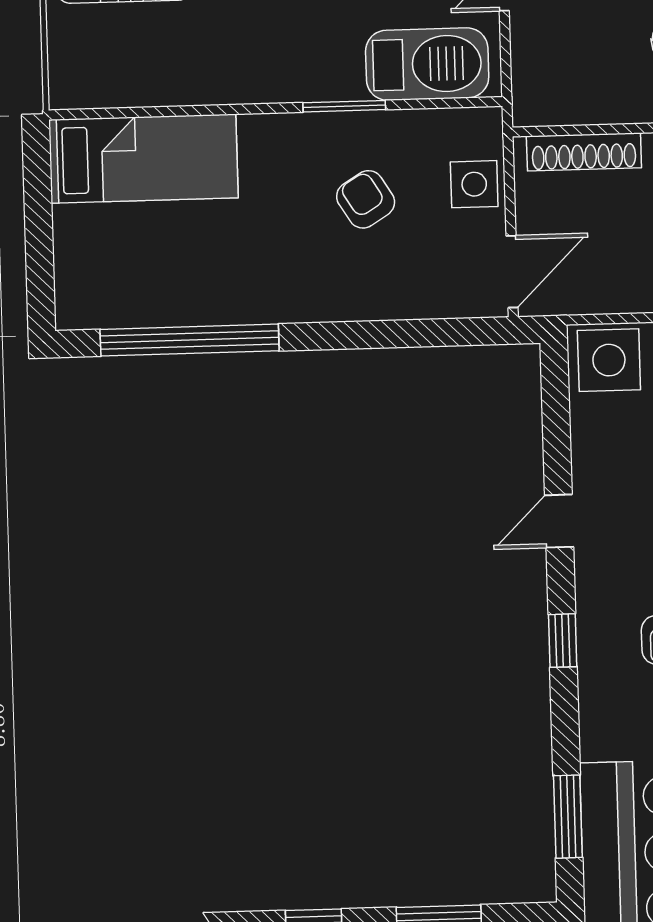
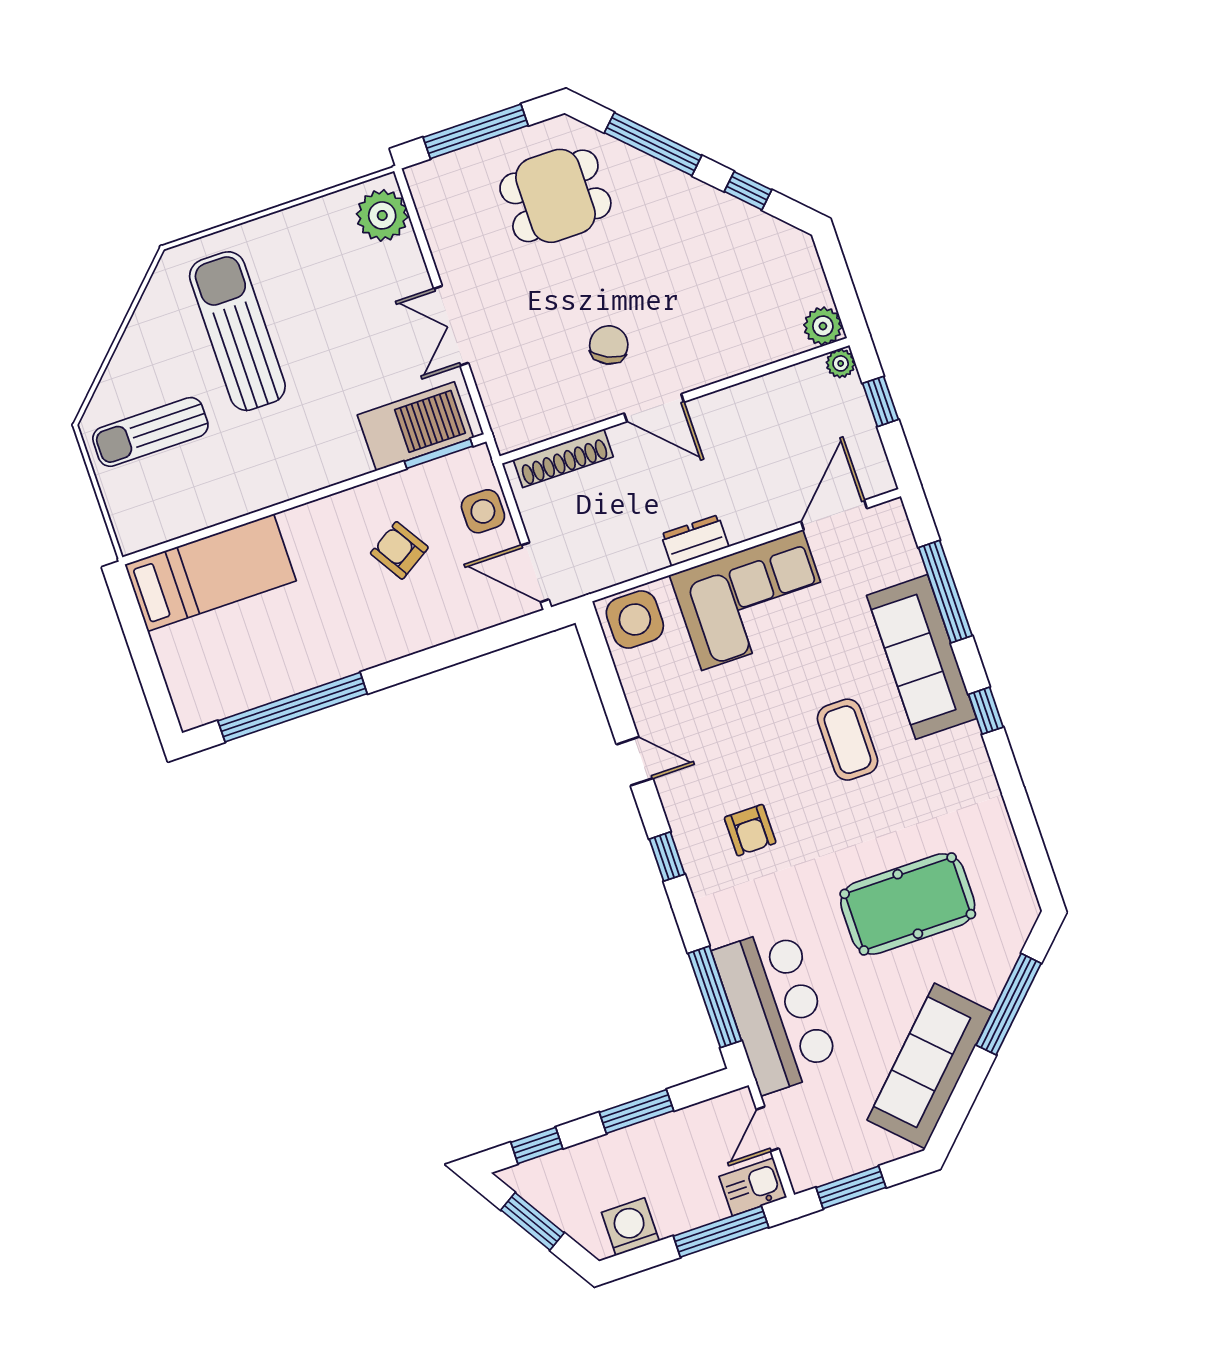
window: (344, 106) -> (439, 454), moved
door: (512, 272) -> (535, 572), swing flipped
door: (559, 521) -> (635, 761), swing flipped
window: (568, 817) -> (715, 997), width x1.44

